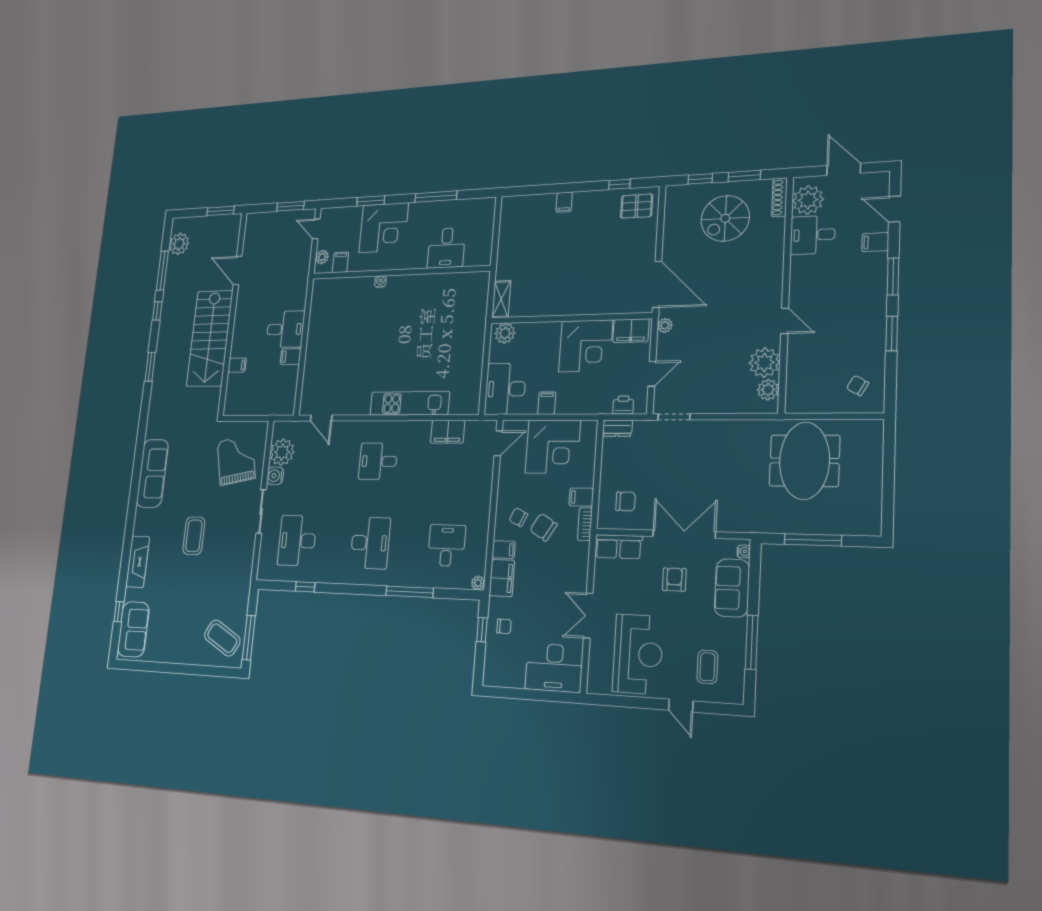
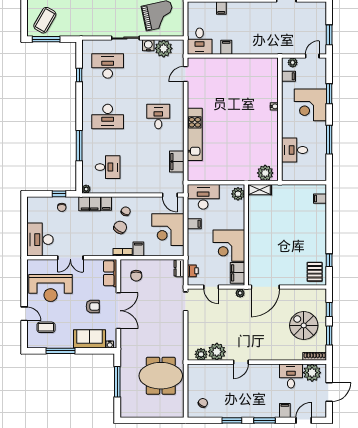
filing cabinet: (564, 202) -> (320, 199), moved
plant: (477, 291) -> (265, 173), added
desk: (285, 329) -> (200, 41), moved
double door: (588, 616) -> (70, 258), swing flipped
door: (681, 706) -> (24, 314), swing flipped

